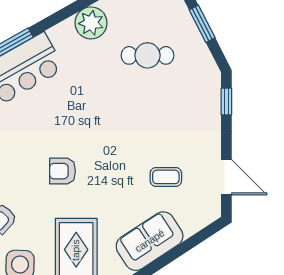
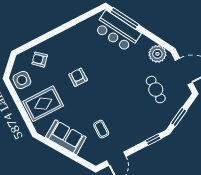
window: (202, 24) -> (179, 117), moved

